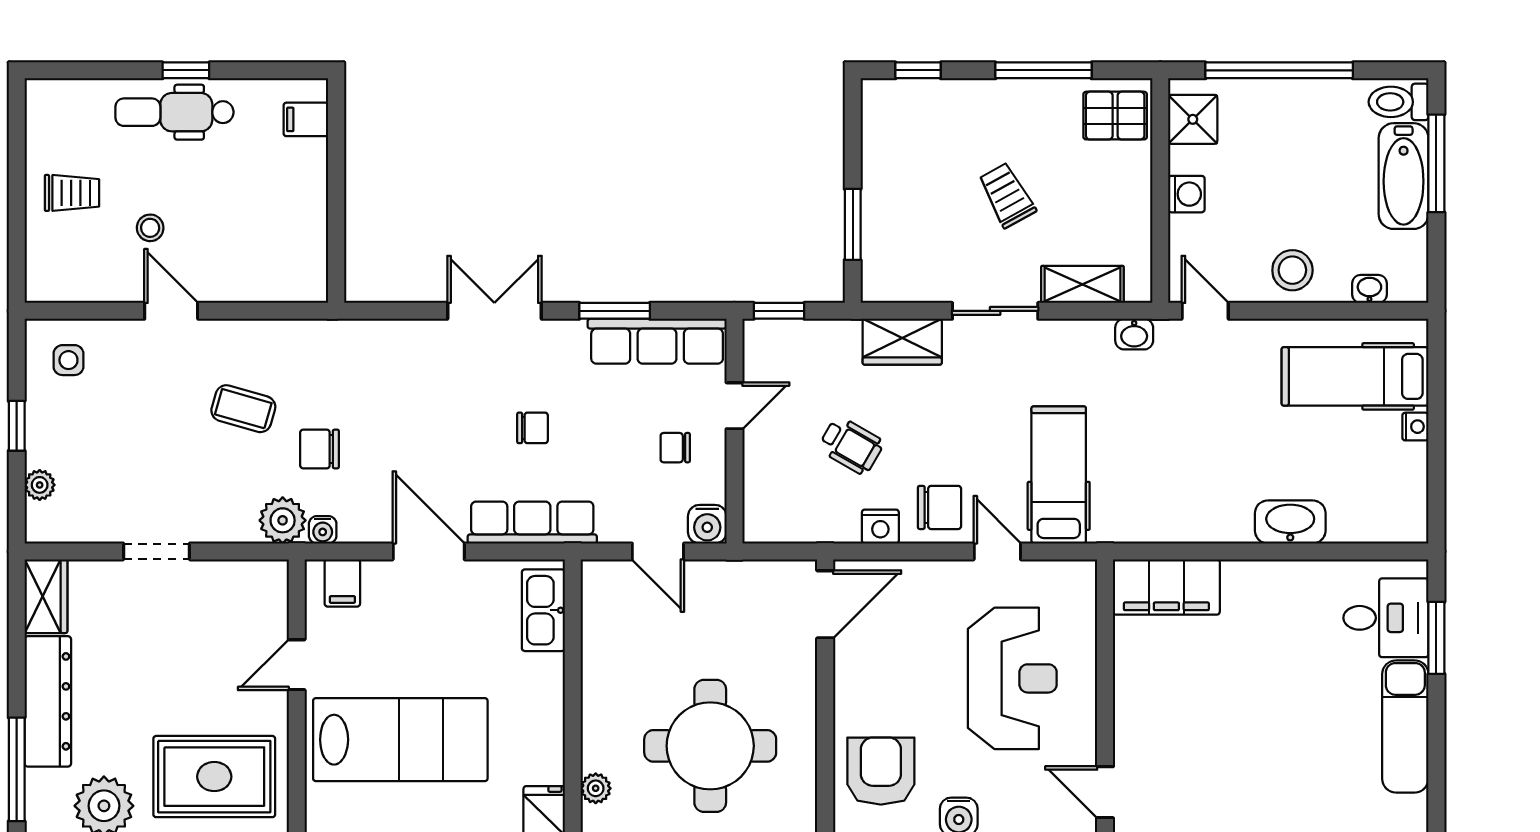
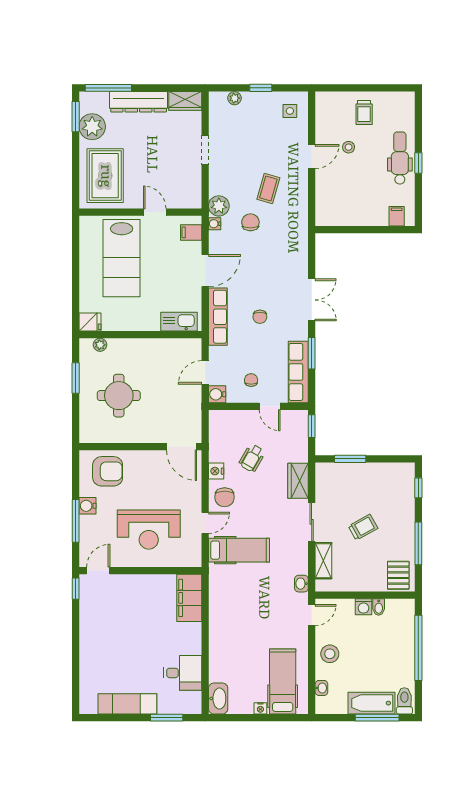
shower: (1193, 119) -> (397, 610), removed
bidet: (1187, 160) -> (379, 607), added
washbasin: (1290, 522) -> (218, 699), moved
desk: (1386, 618) -> (183, 673), moved, turned -90
round table: (710, 746) -> (119, 396), width x0.73, depth x0.73

